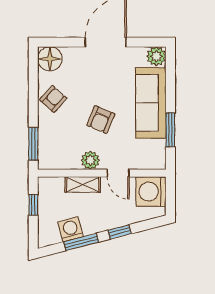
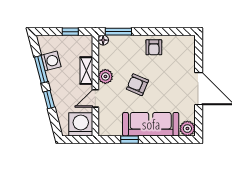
floor lamp: (50, 59) -> (103, 40), moved, width x0.53, depth x0.53
armchair: (53, 99) -> (154, 47), turned 48
window: (170, 130) -> (129, 140), width x0.67

